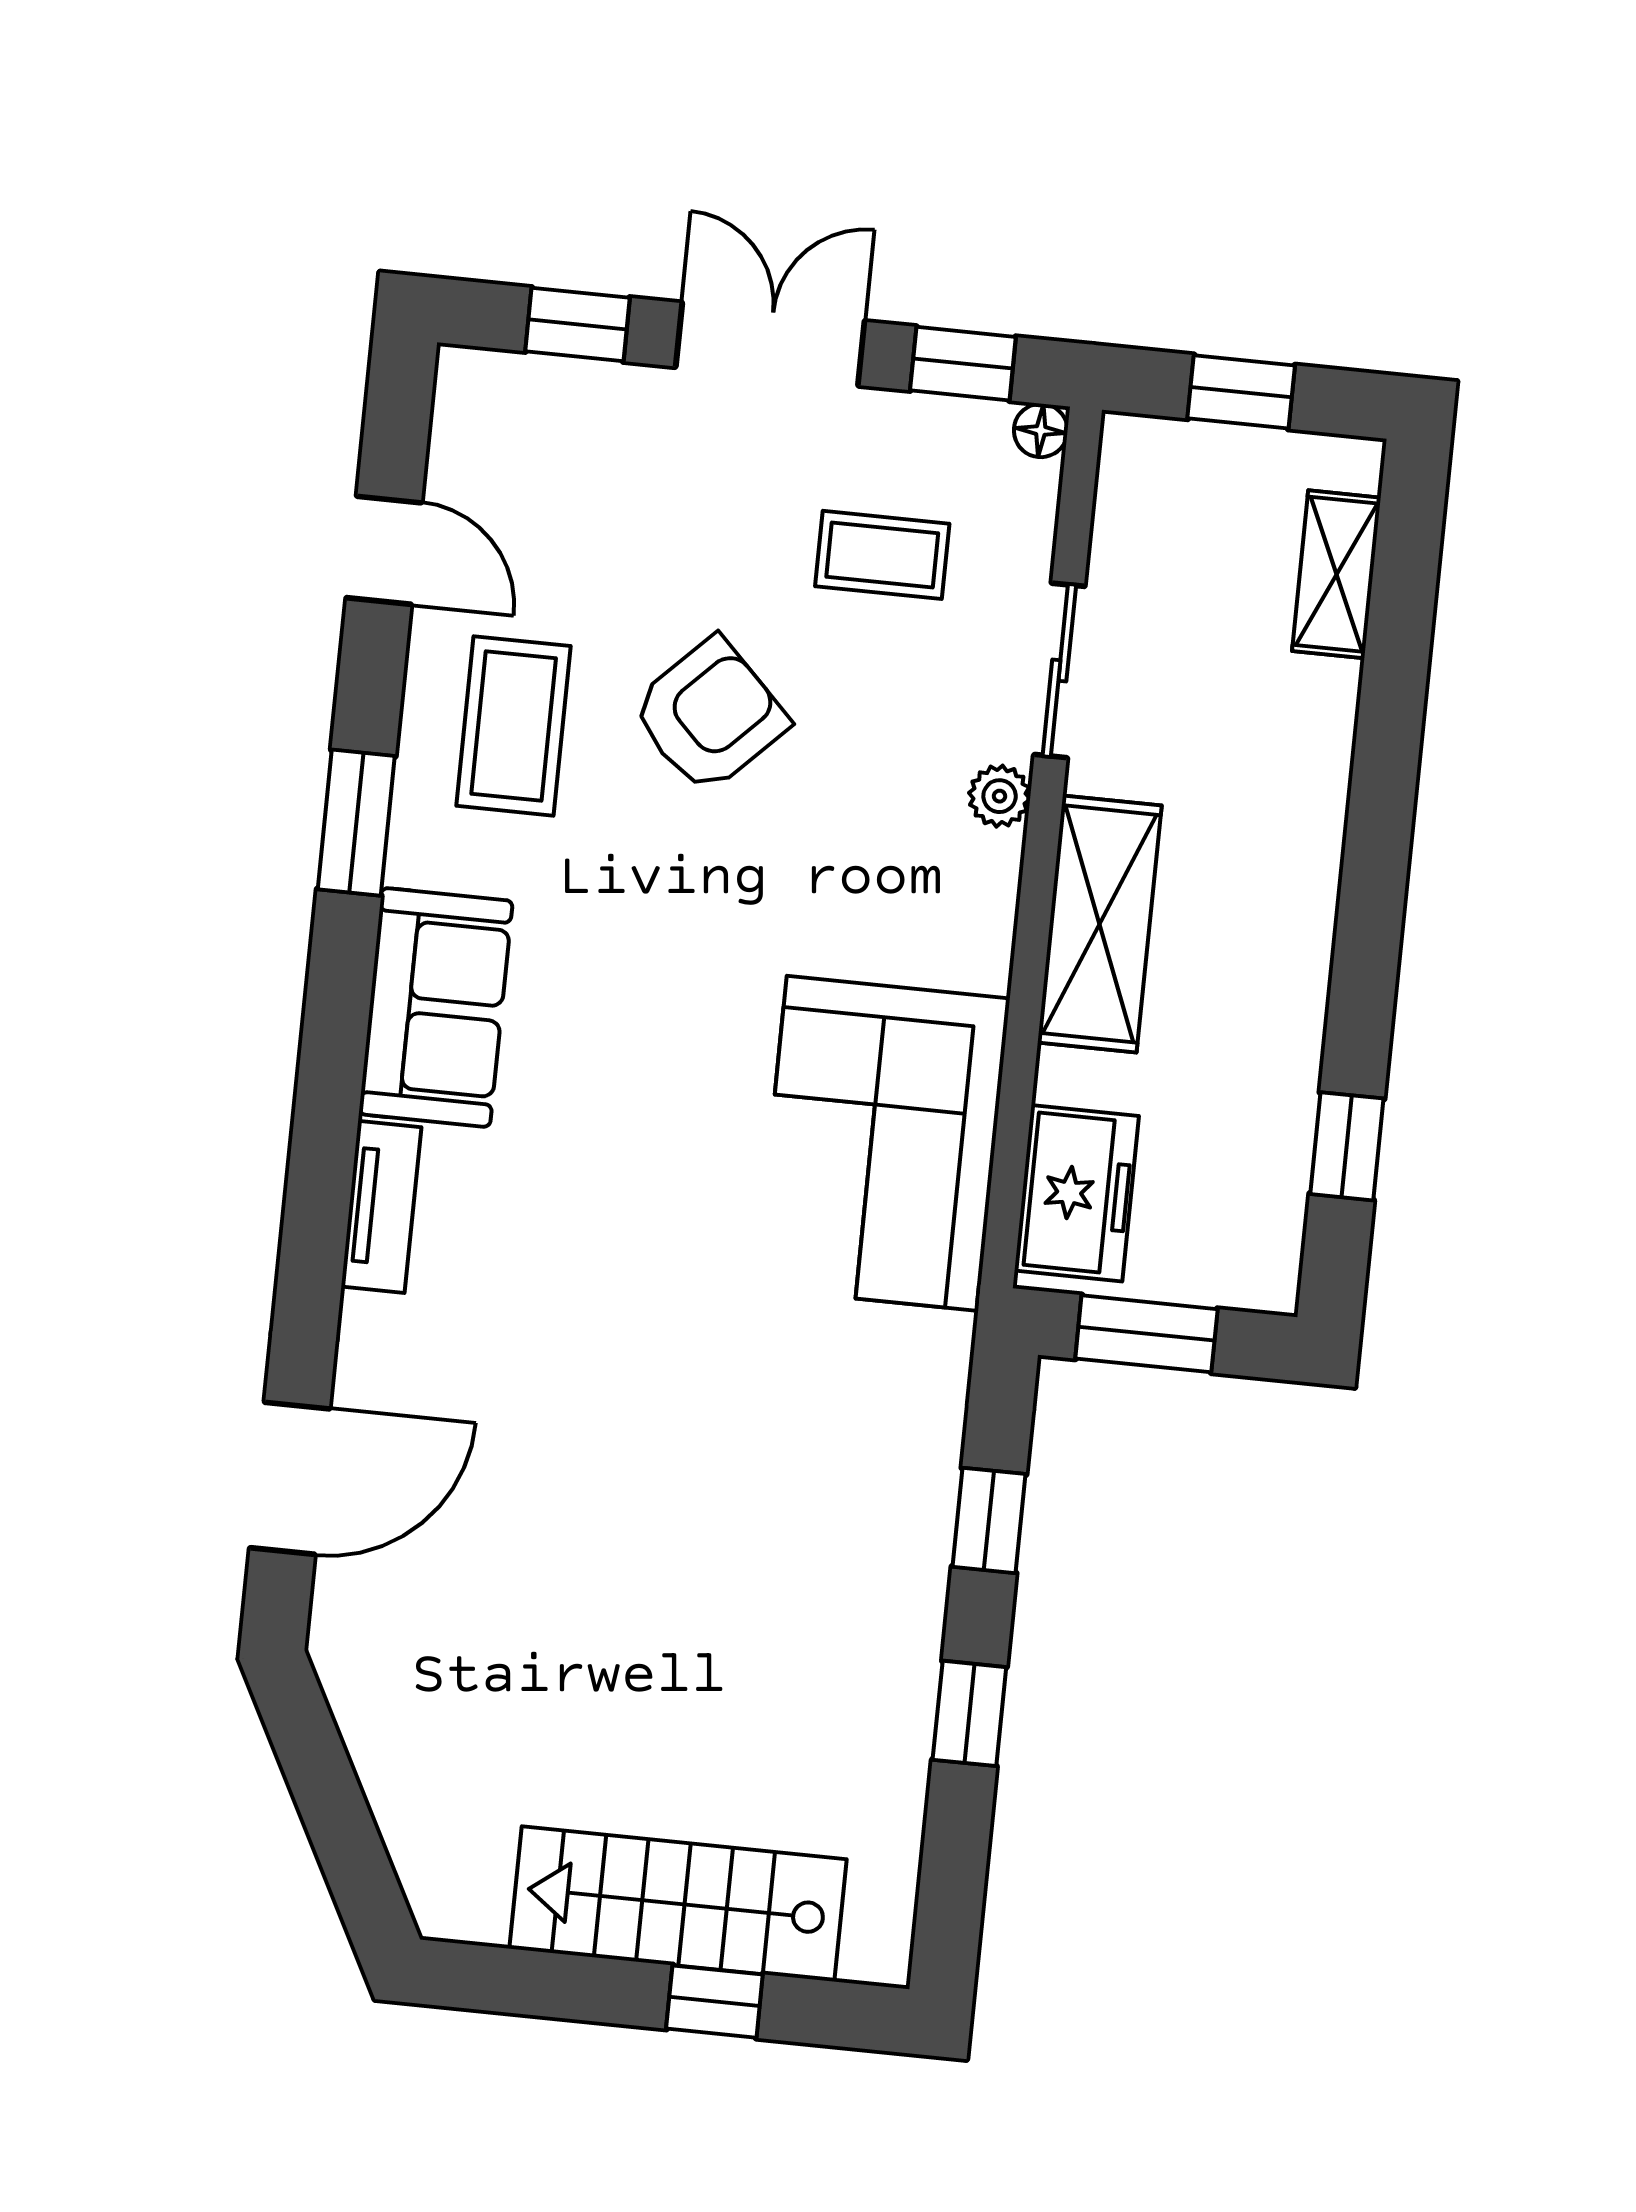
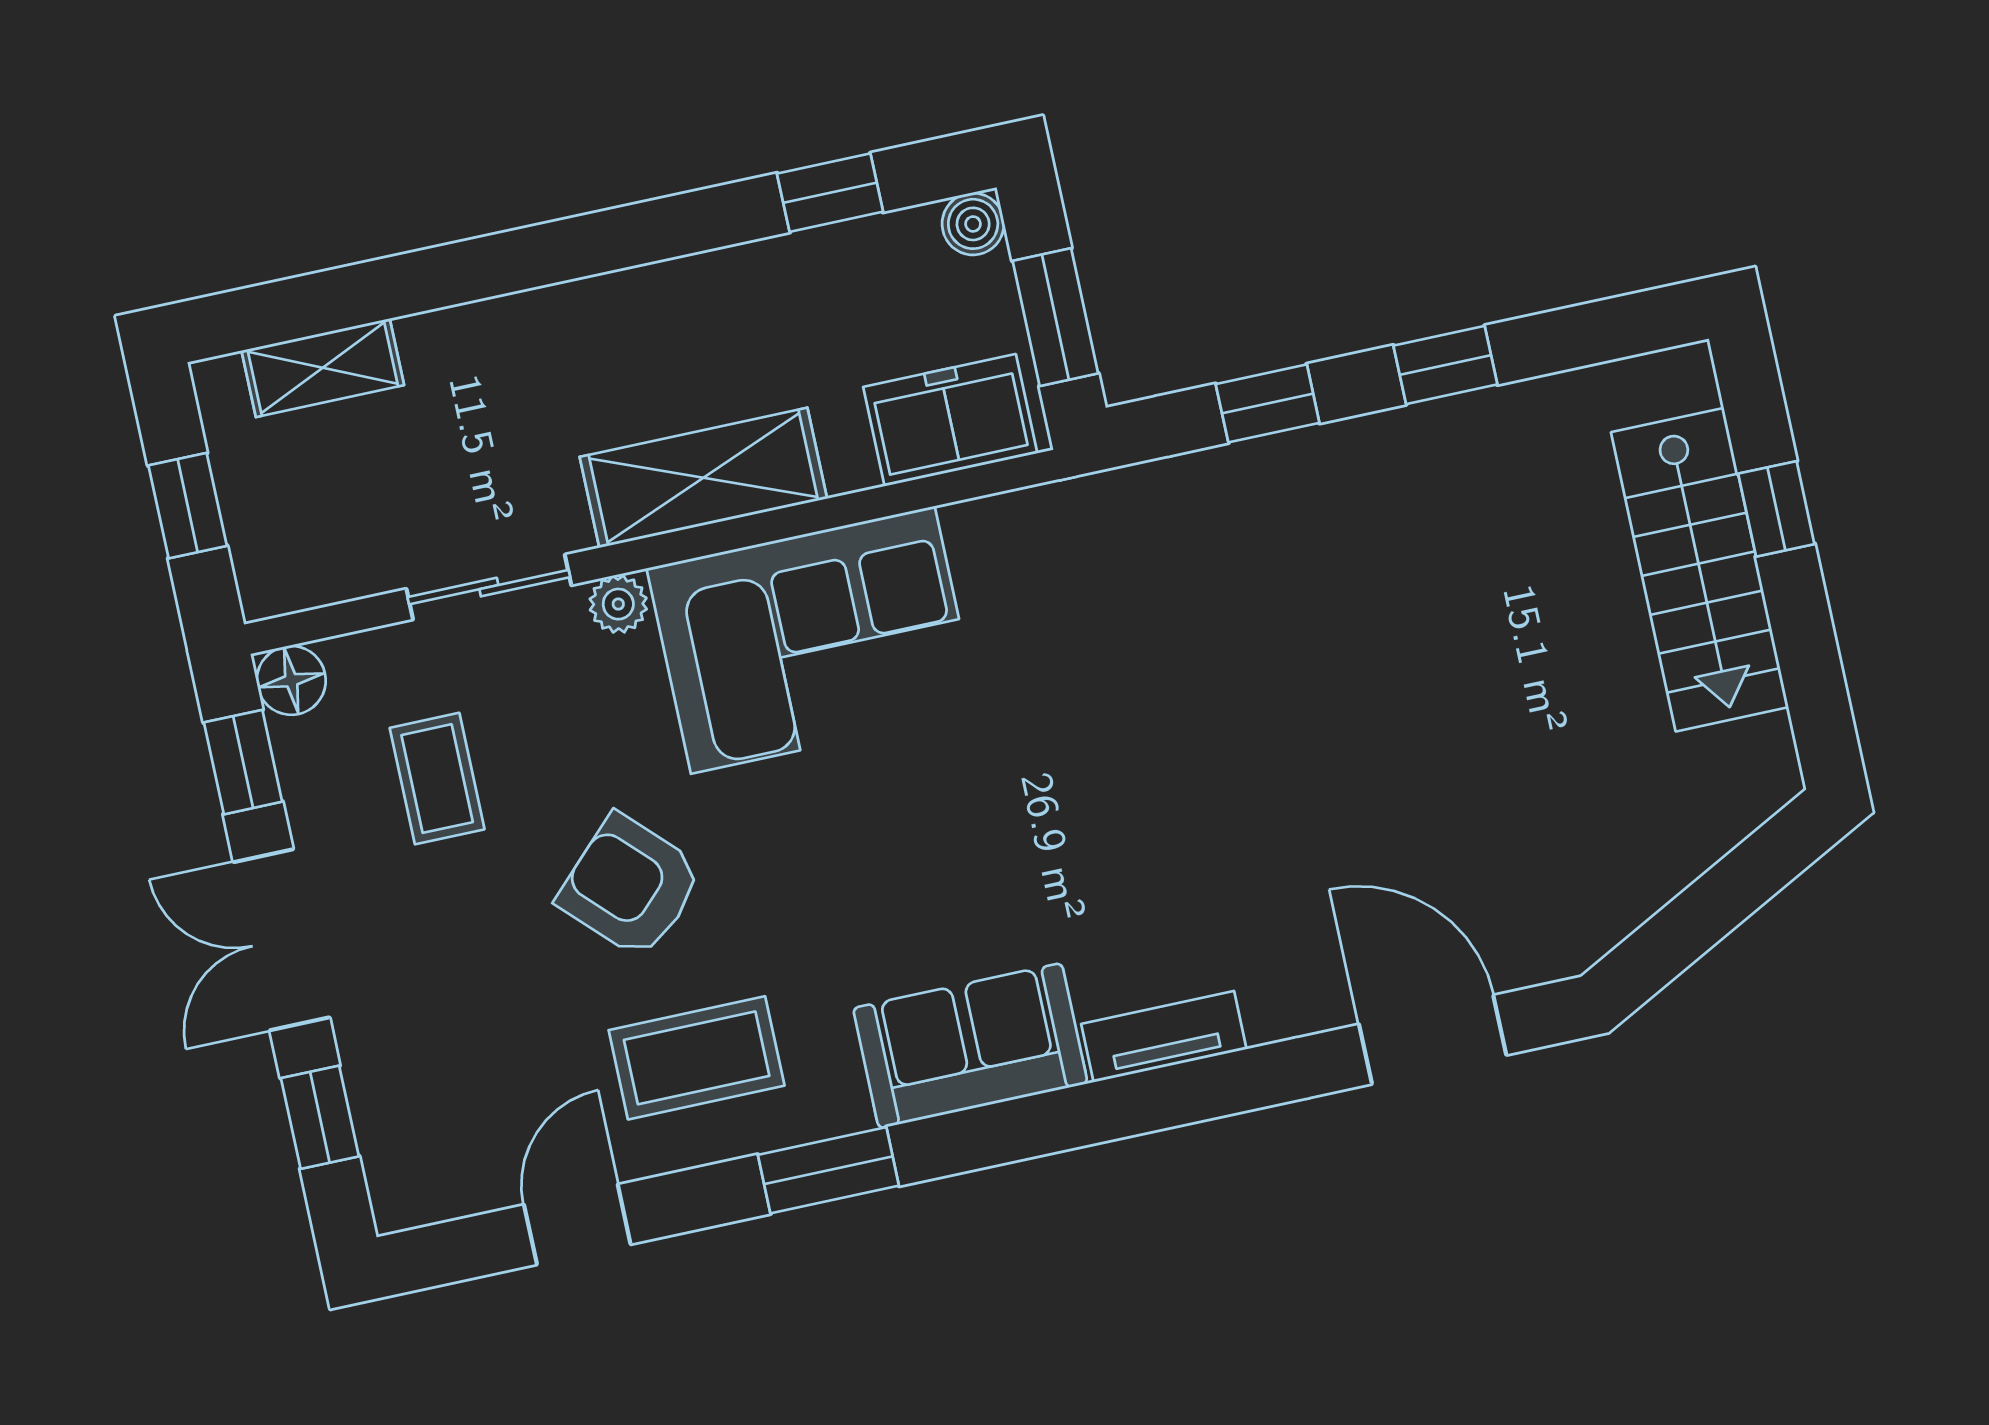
floor lamp: (1041, 430) -> (291, 680), width x1.37, depth x1.37
corner sofa: (883, 1143) -> (813, 640), moved
boiler: (1268, 1281) -> (973, 224), added

